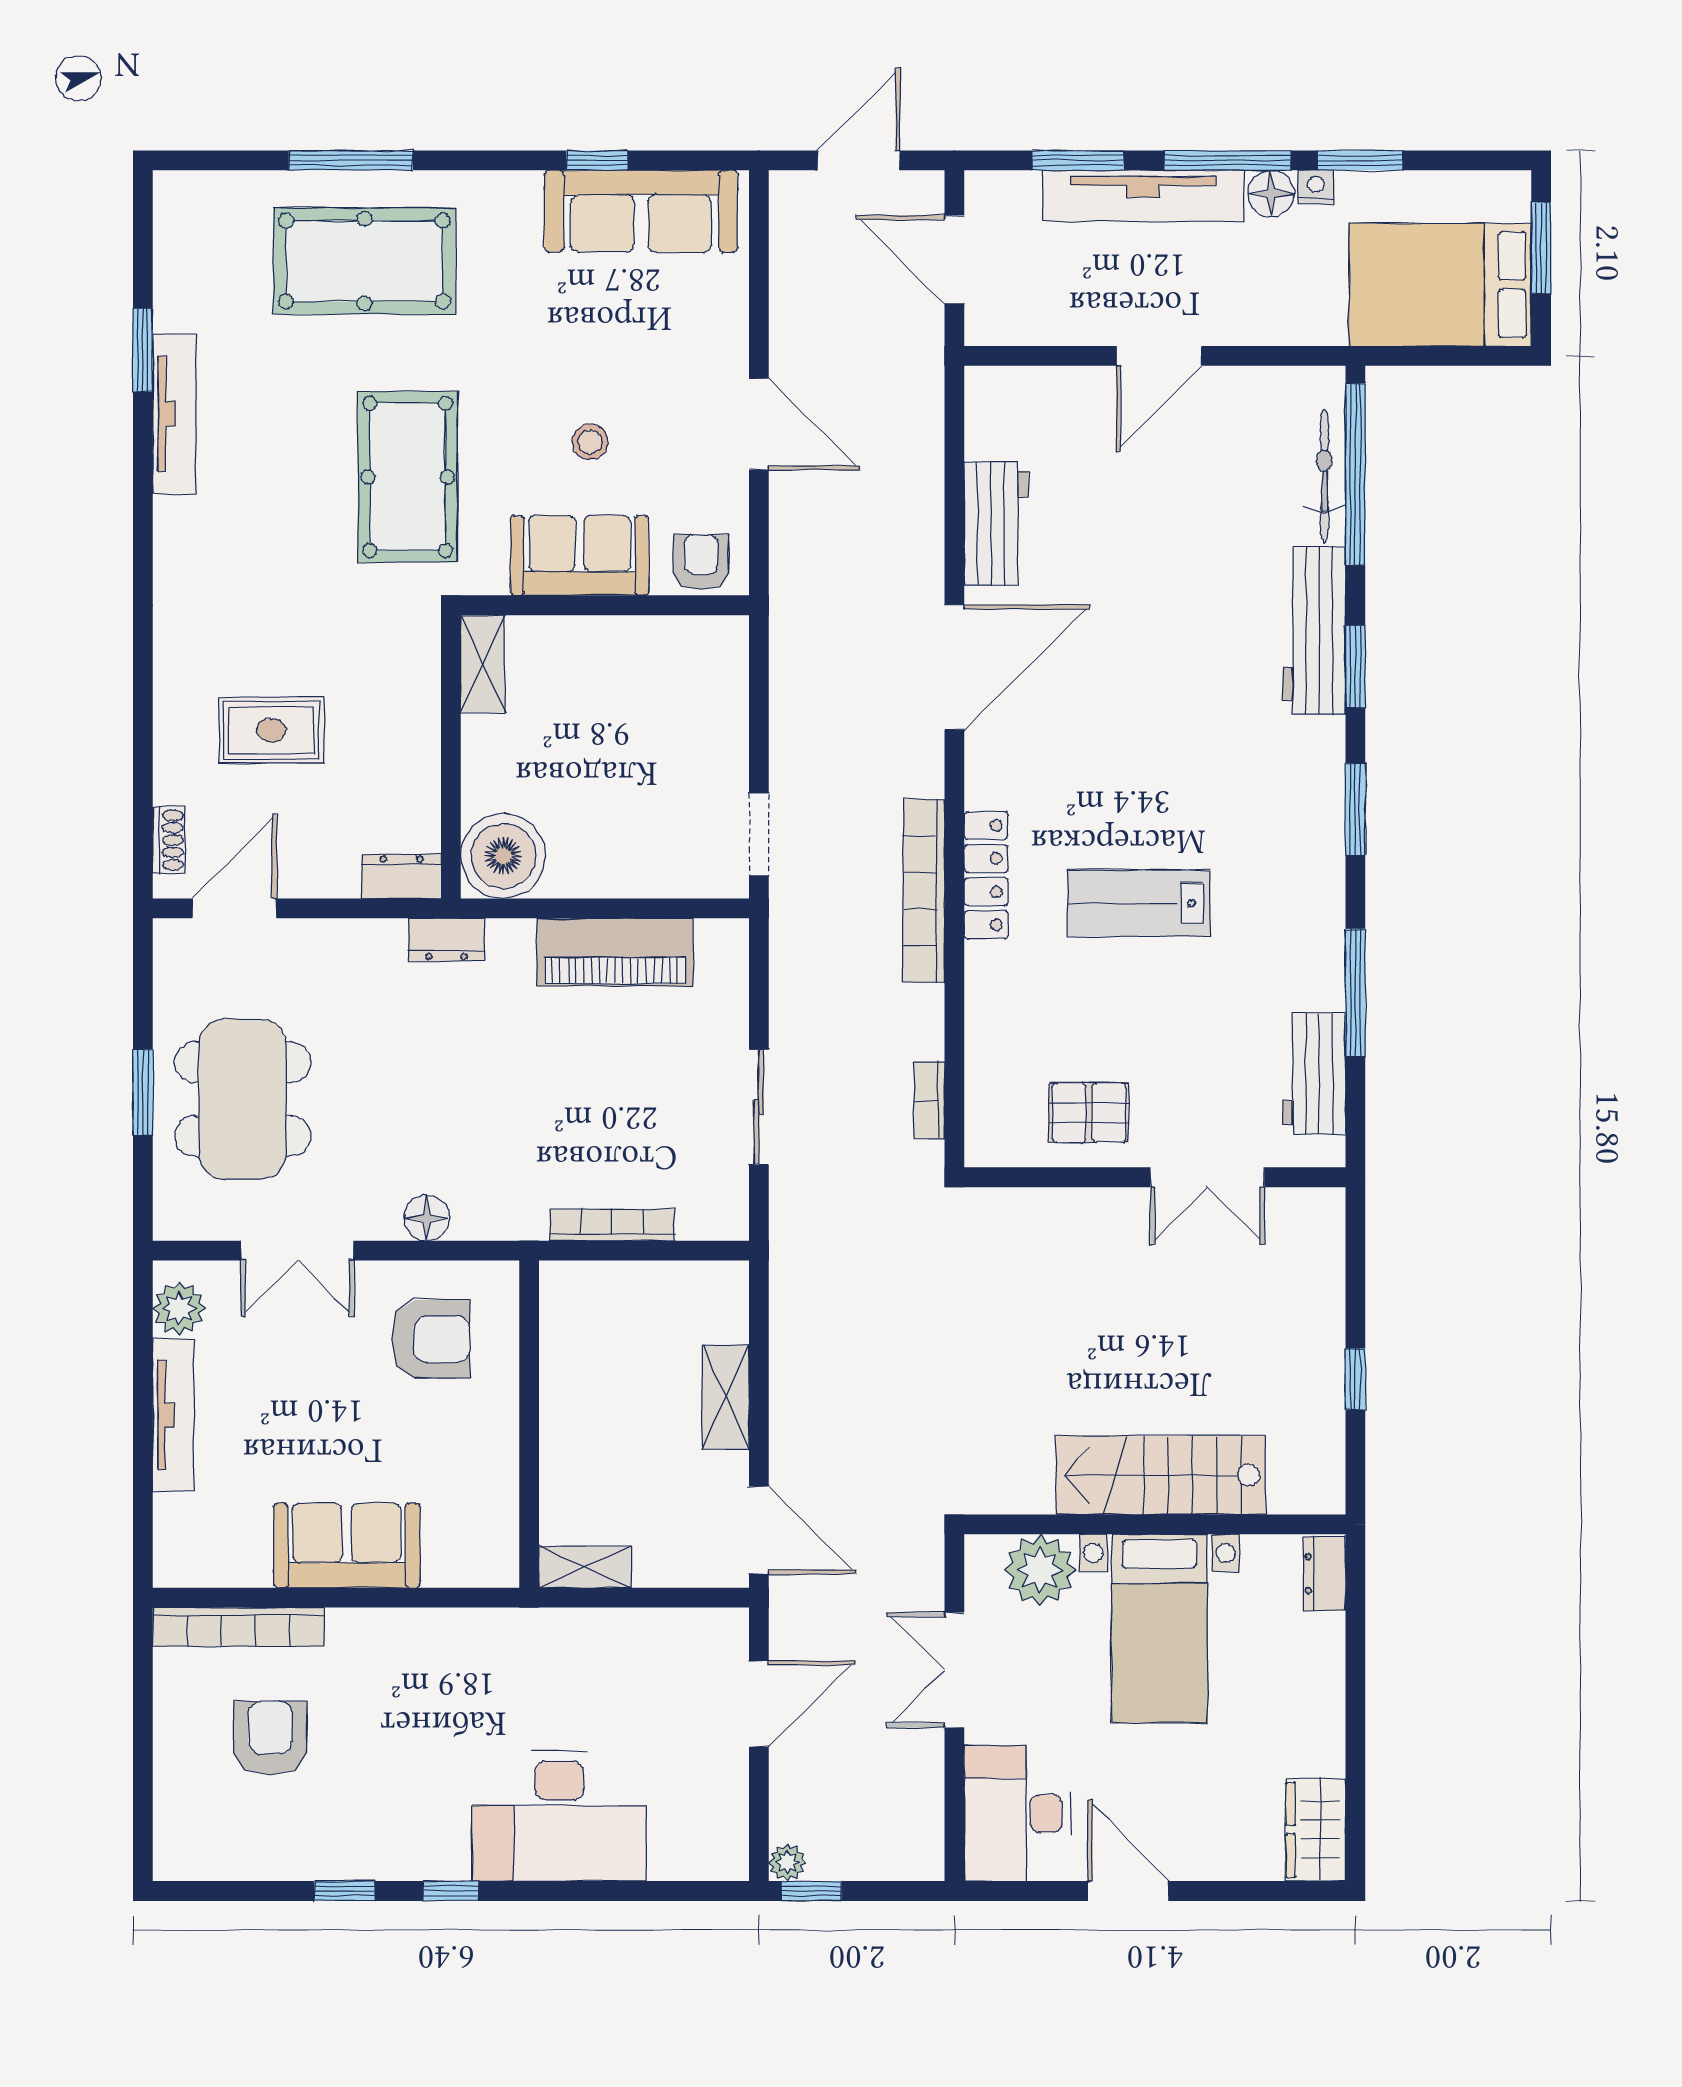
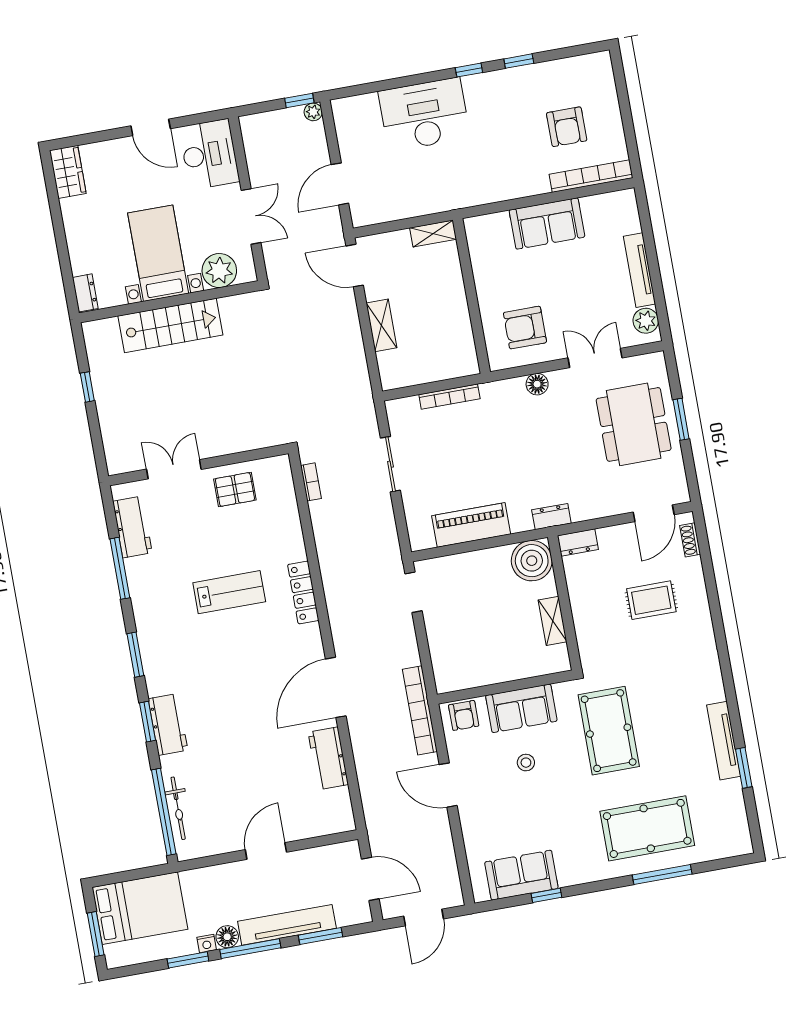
sofa: (641, 211) -> (521, 875), width x0.73
workbench: (1314, 630) -> (168, 724), width x0.73
shelving: (483, 664) -> (553, 621), moved
bookcase: (924, 891) -> (420, 710), moved, turned 180

